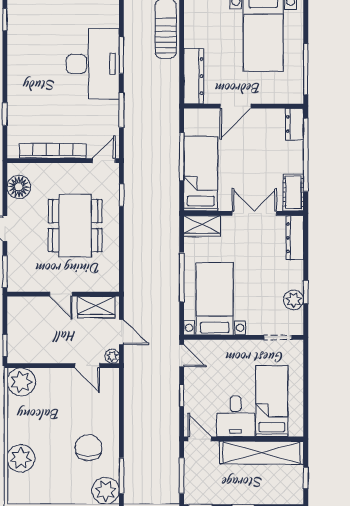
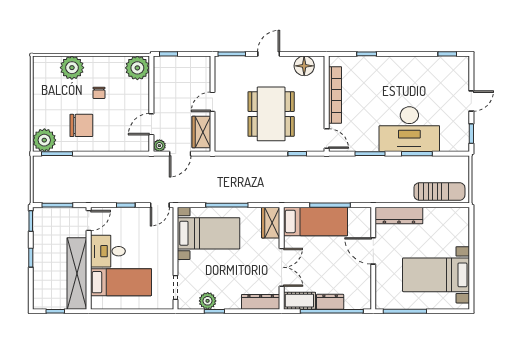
dresser: (295, 124) -> (330, 302), moved
dining table: (75, 226) -> (271, 114), turned 90
chair: (50, 427) -> (99, 93), added

